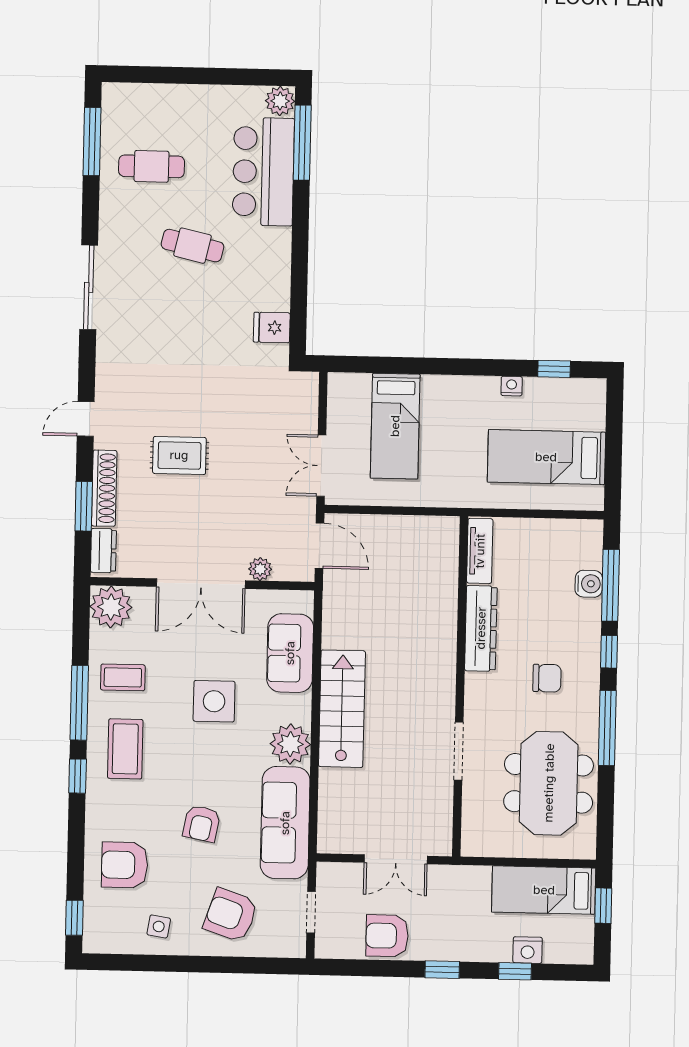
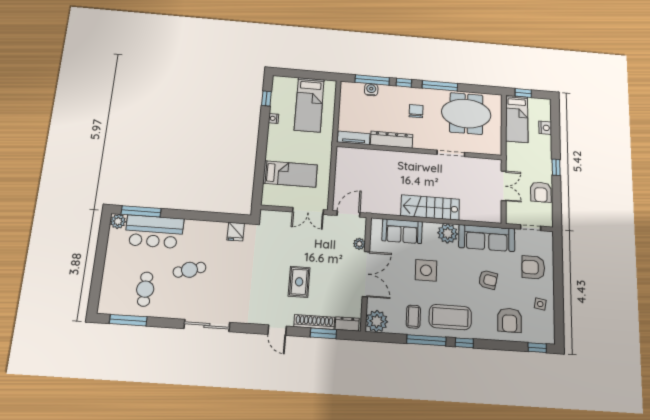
cafe table: (192, 246) -> (189, 270), turned 61
coffee table: (125, 749) -> (450, 317), width x1.36, depth x1.32
armchair: (231, 915) -> (533, 267), turned 71
window: (515, 971) -> (555, 134), removed

